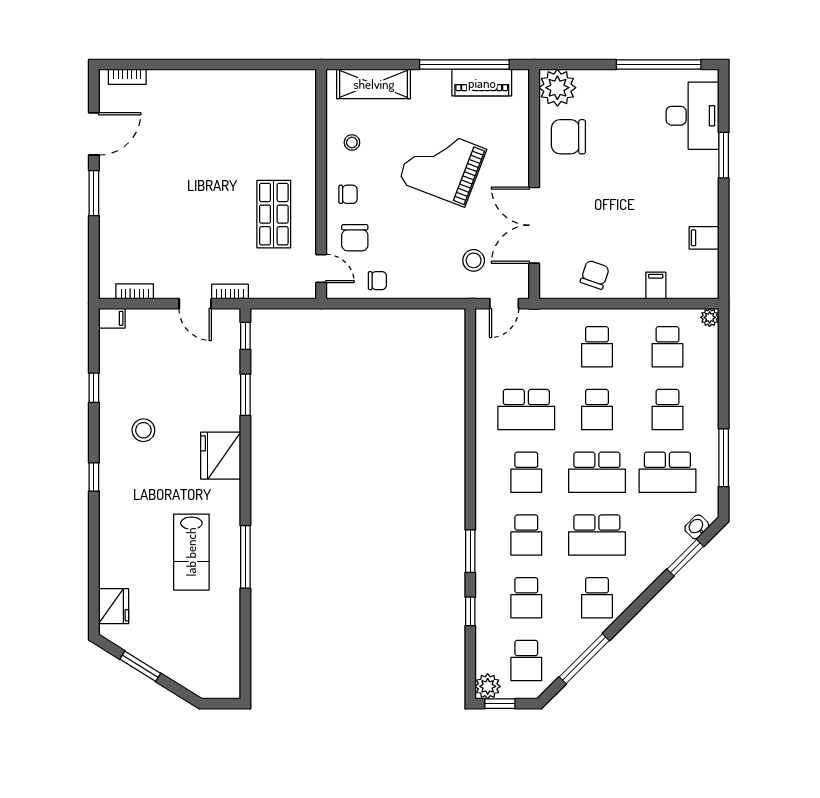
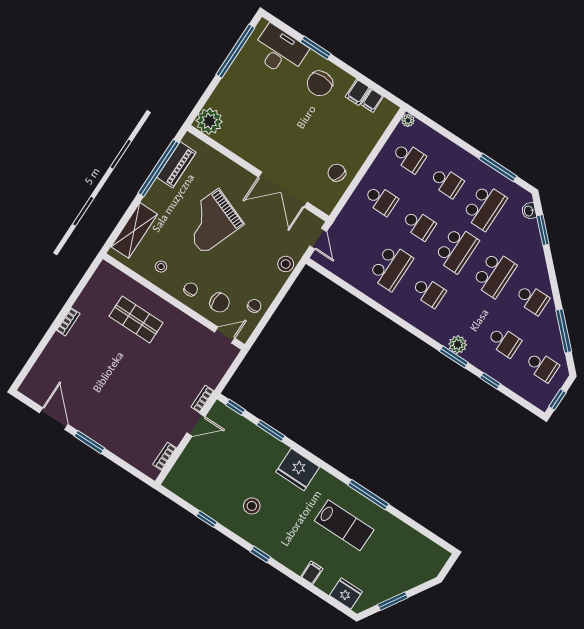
bookcase: (127, 77) -> (68, 322), moved
chair: (568, 137) -> (320, 83), moved
shop shelf: (274, 214) -> (136, 320), moved
stool: (474, 260) -> (286, 264), moved
filing cabinet: (656, 286) -> (372, 101), moved, turned -90
filing cabinet: (112, 318) -> (312, 573), moved
school desk: (526, 535) -> (466, 317), removed
plant: (488, 686) -> (458, 344), moved

